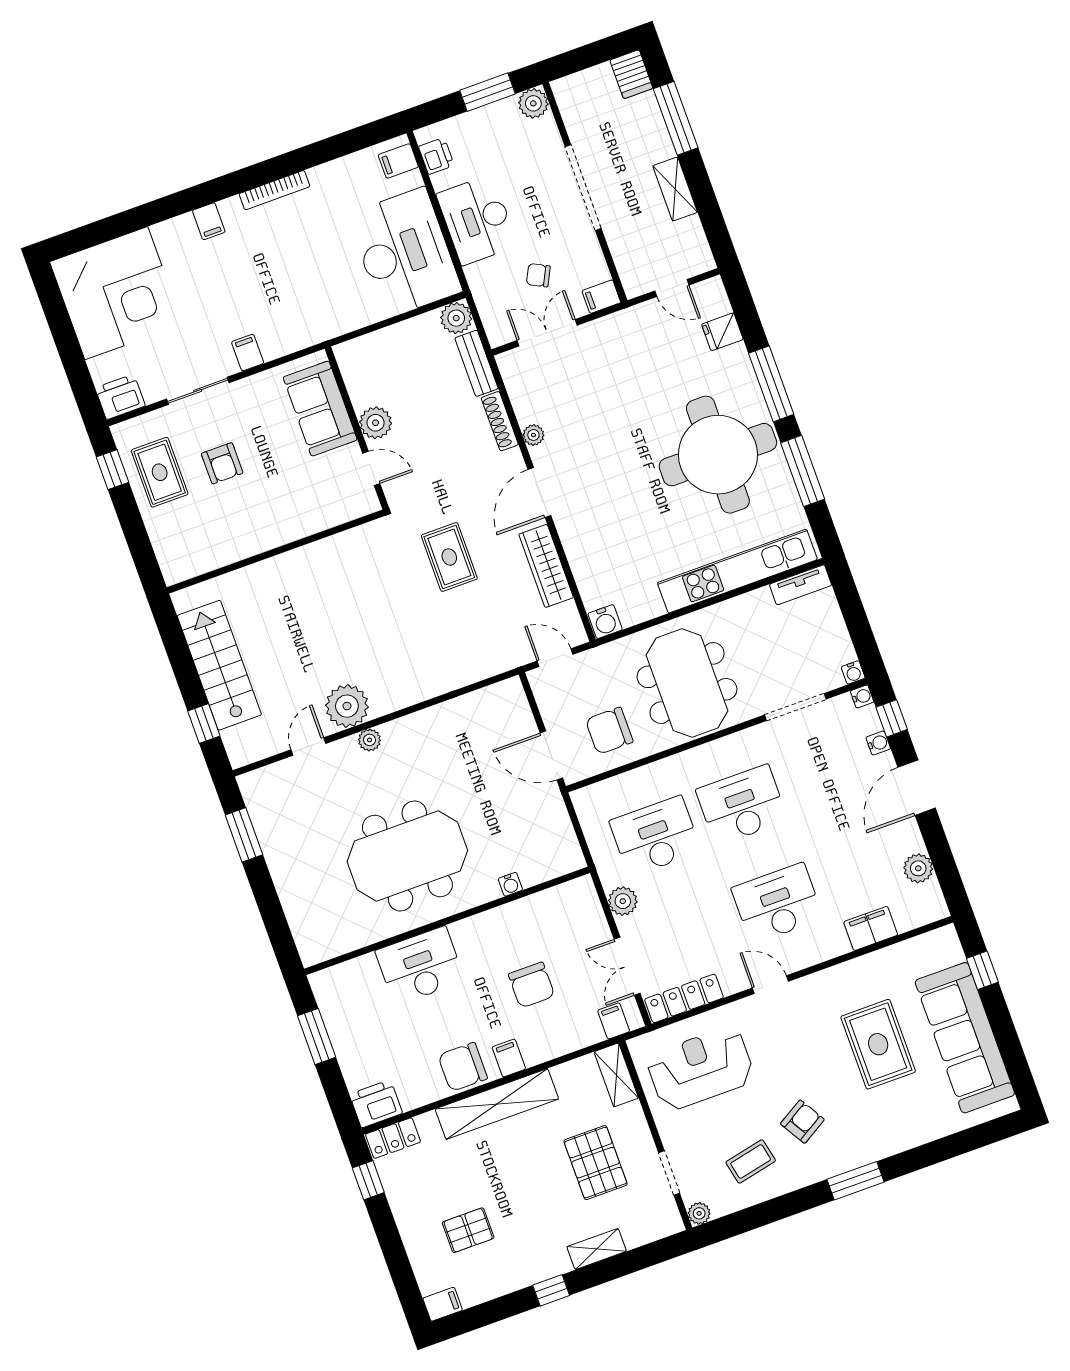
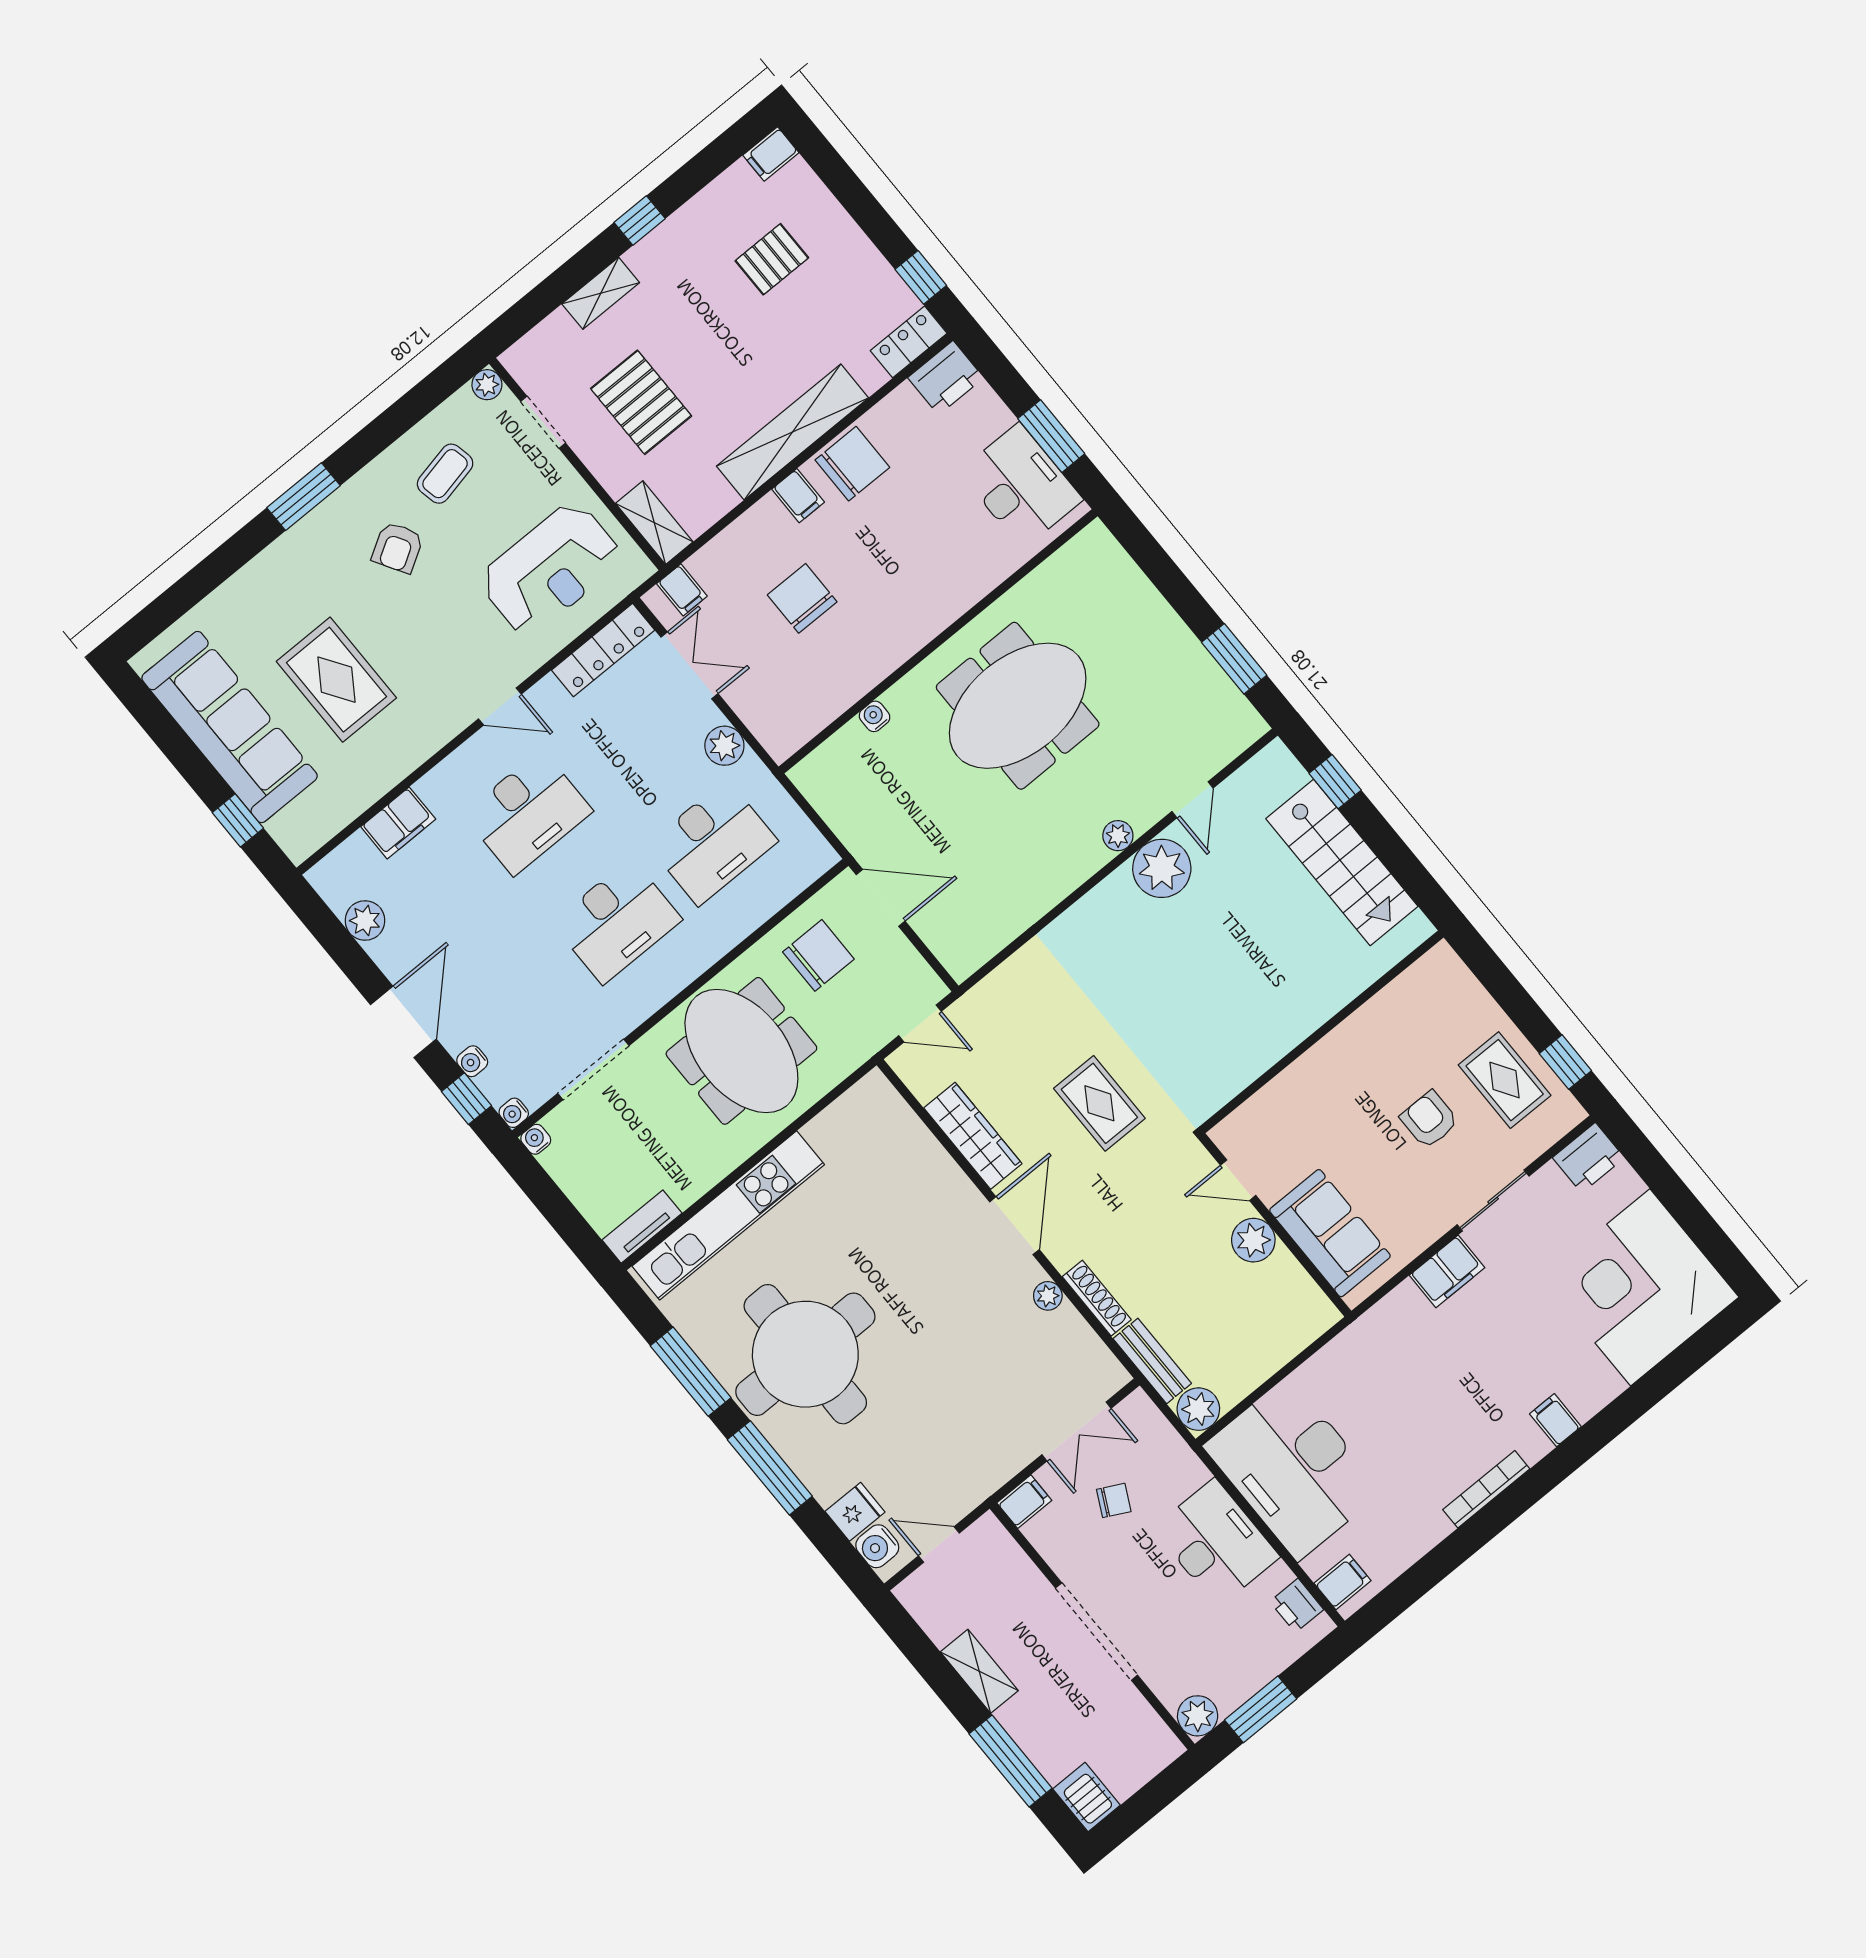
filing cabinet: (248, 353) -> (1447, 1271), width x2.00
water cooler: (605, 622) -> (877, 1546), moved, turned -90
desk: (420, 966) -> (1021, 486), moved, turned -90

